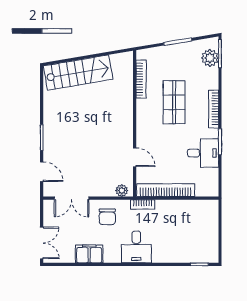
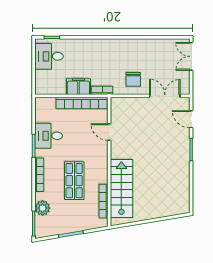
plant: (210, 58) -> (43, 208), moved
stairs: (78, 73) -> (121, 188), moved, turned 100
plant: (122, 191) -> (120, 103), removed
chair: (107, 217) -> (133, 79), turned 180
desk: (136, 247) -> (49, 56), moved, turned -90
filing cabinet: (89, 254) -> (78, 87), moved, turned 180

